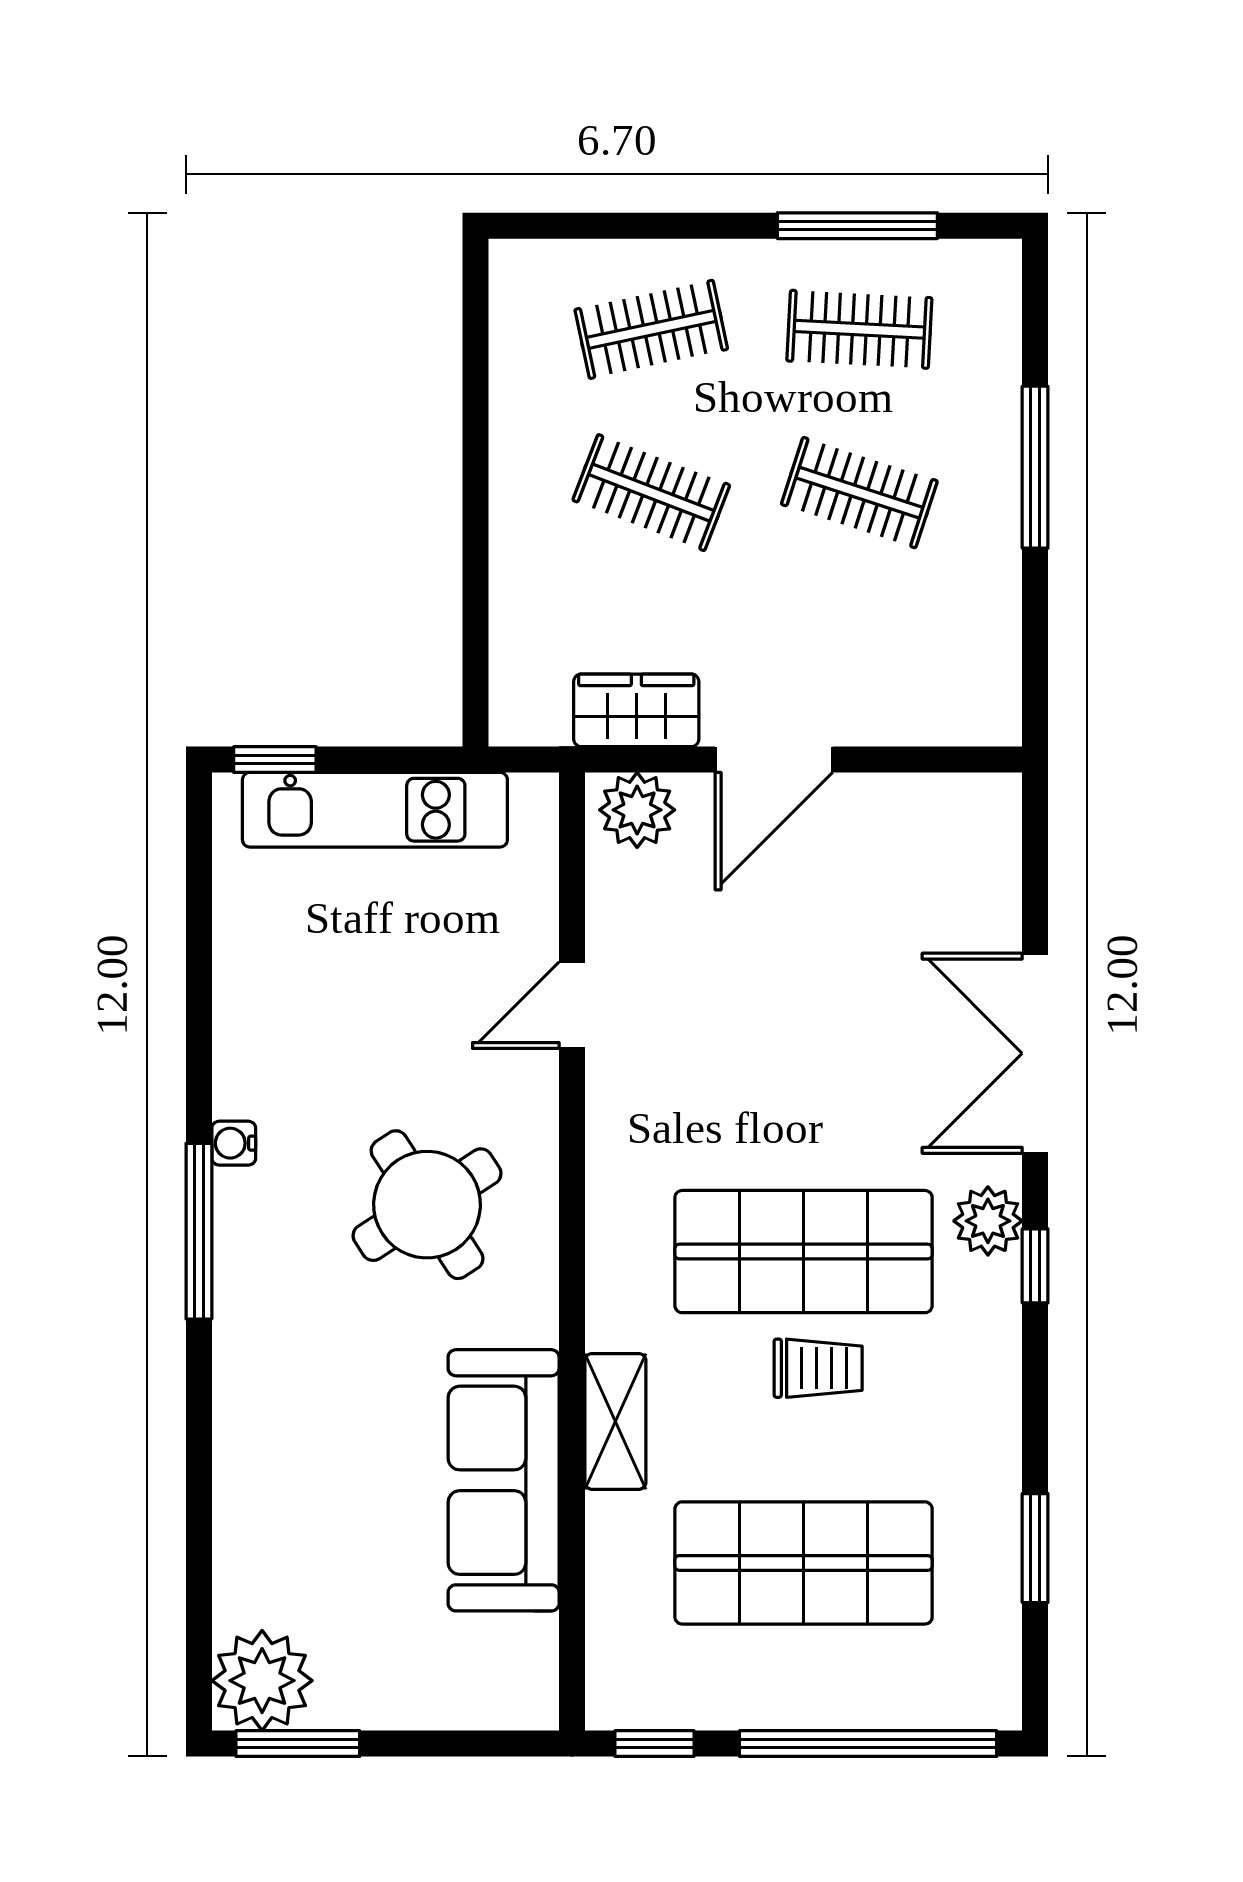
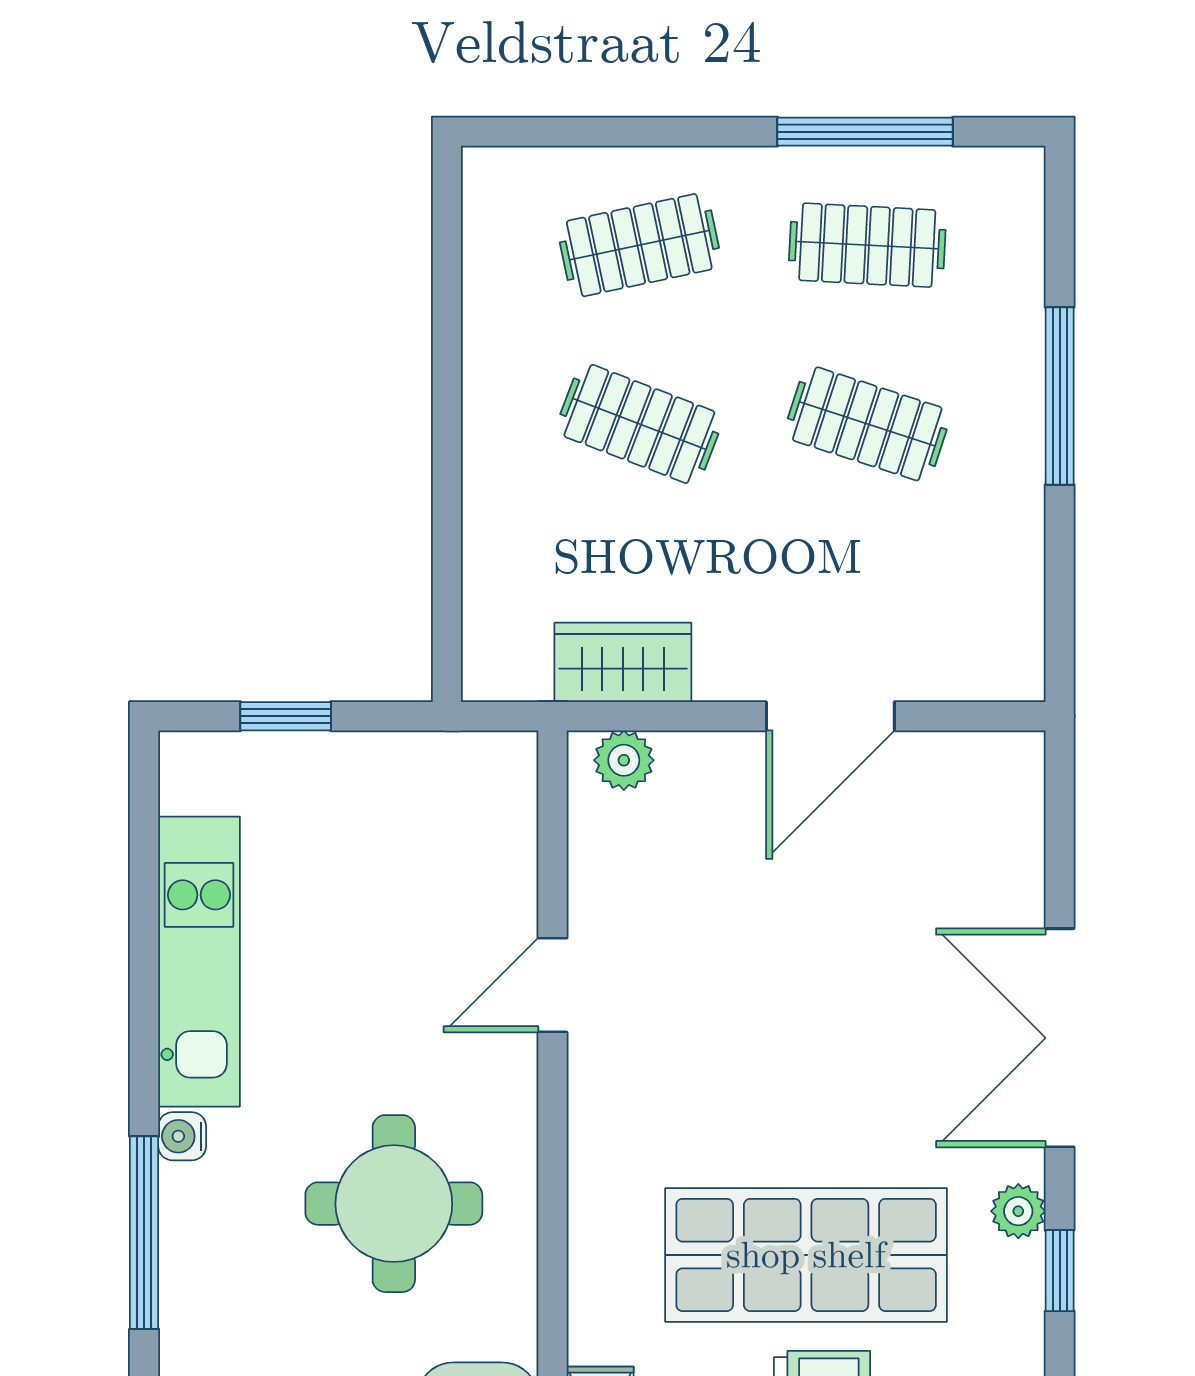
window: (275, 760) -> (286, 716), moved
door: (774, 760) -> (830, 716), moved
kitchen unit: (375, 810) -> (199, 962), moved, turned -90
plant: (637, 810) -> (624, 760), width x0.73, depth x0.73
round table: (427, 1205) -> (394, 1204), turned 33
plant: (988, 1221) -> (1018, 1211), width x0.73, depth x0.73

